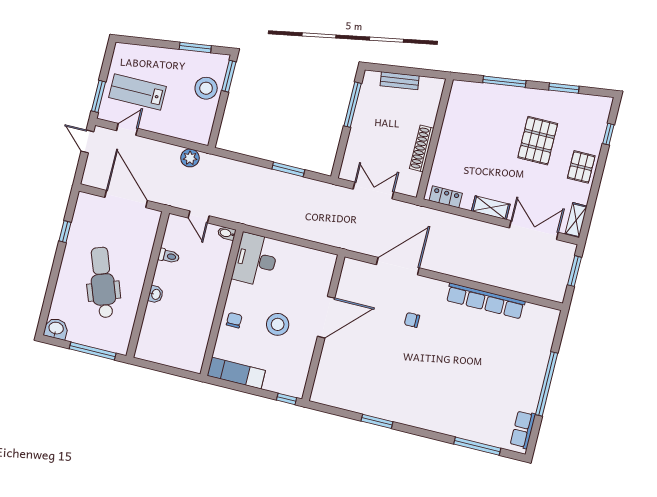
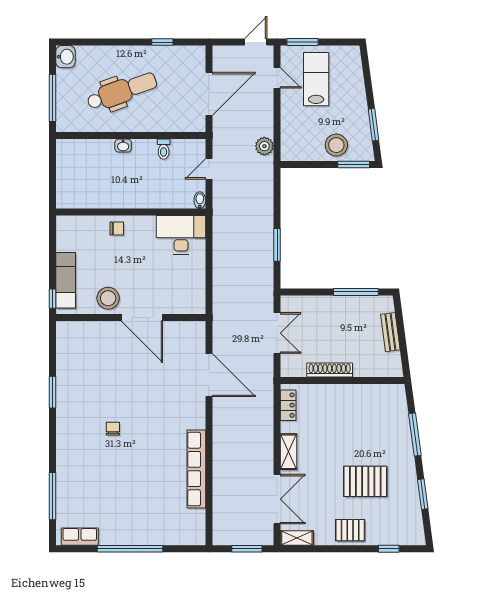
chair: (412, 320) -> (113, 429), moved
stool: (278, 324) -> (108, 298), moved
exam couch: (236, 373) -> (66, 280), moved

